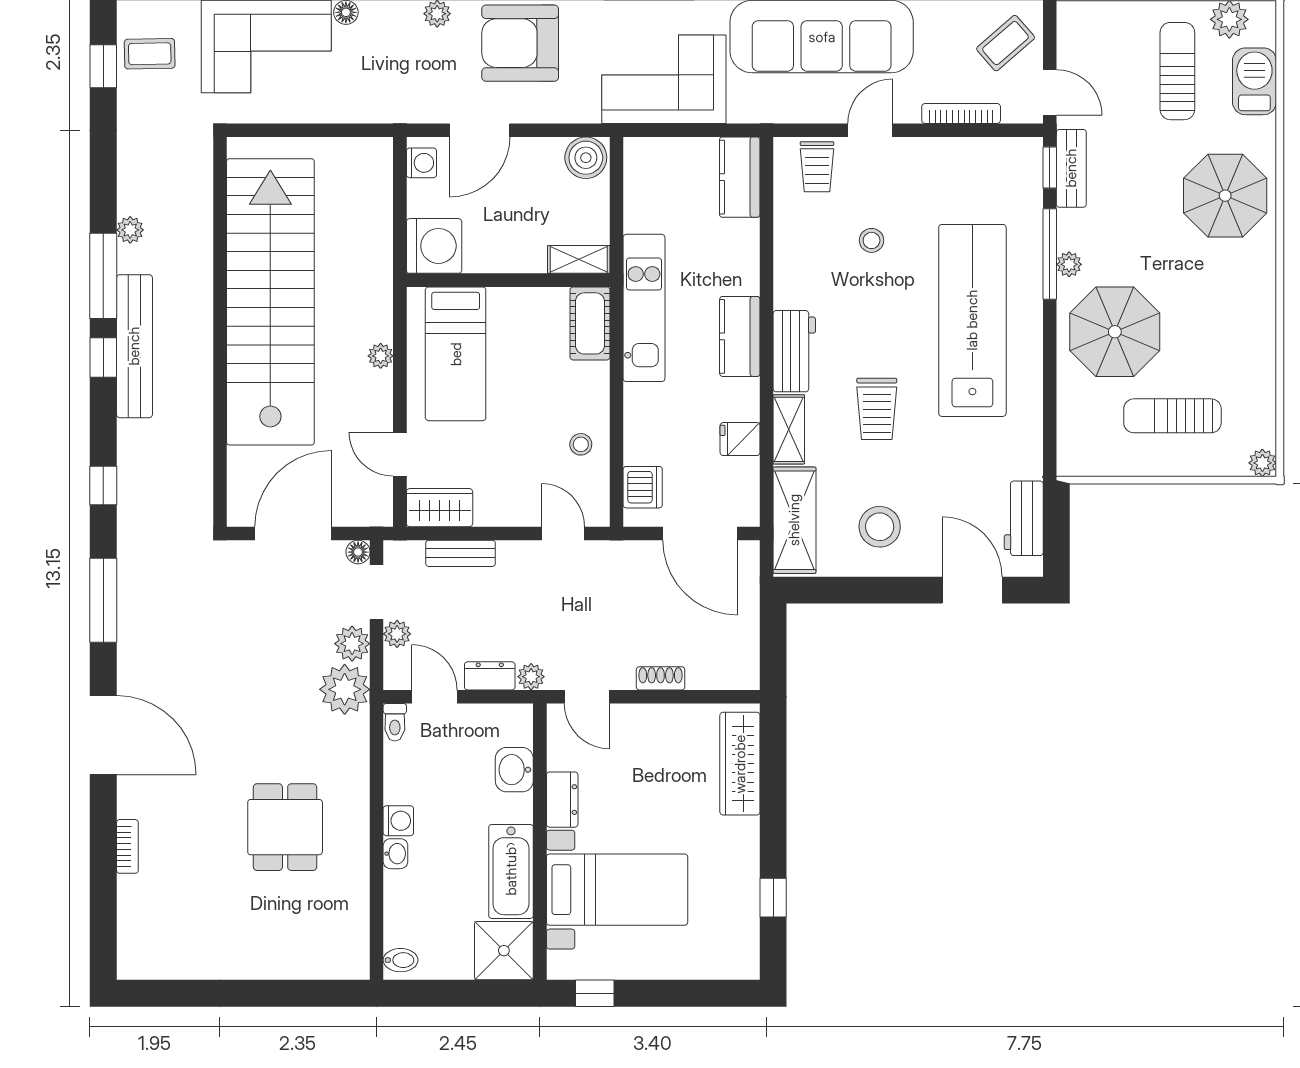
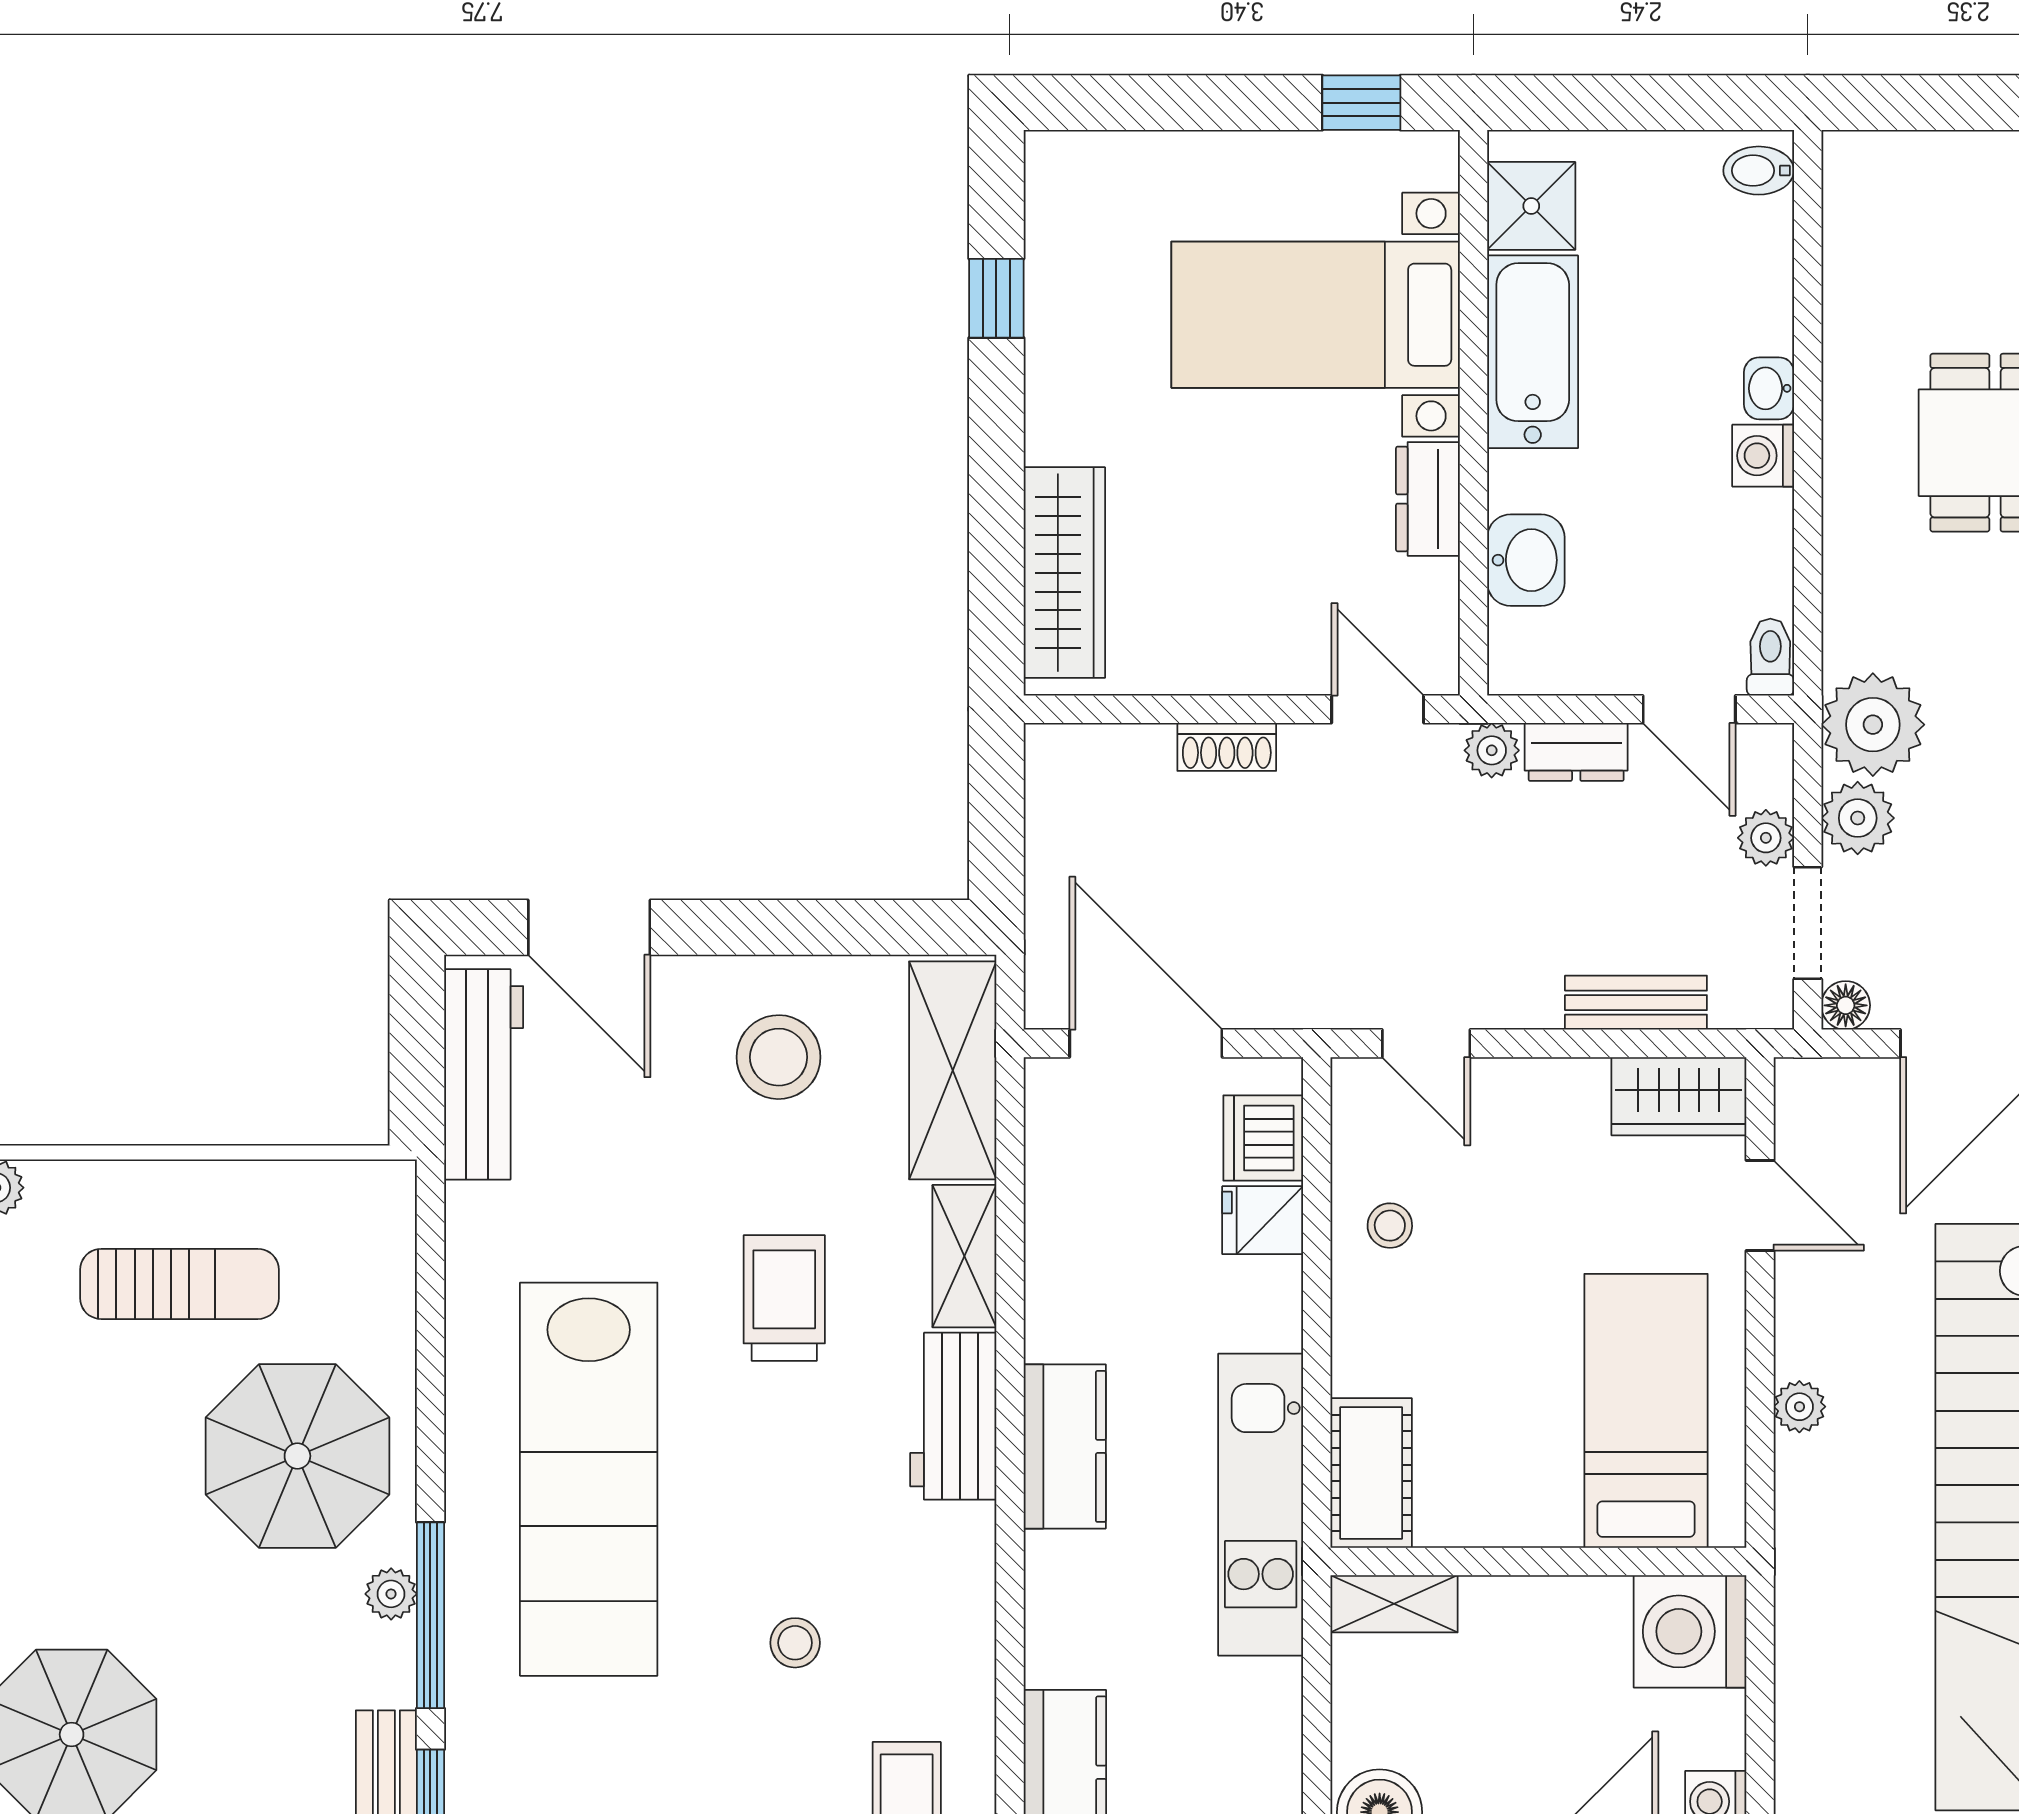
fridge: (740, 439) -> (1263, 1220), moved, turned 180
workbench: (1024, 518) -> (484, 1074), width x1.38
shower: (504, 951) -> (1531, 206), width x0.73, depth x0.73

